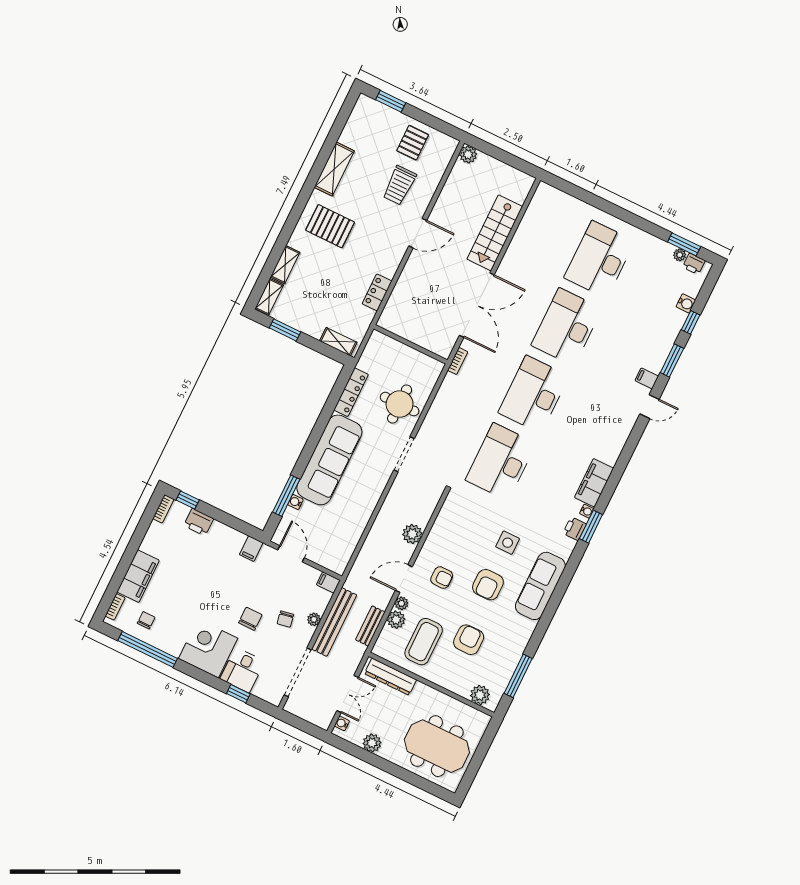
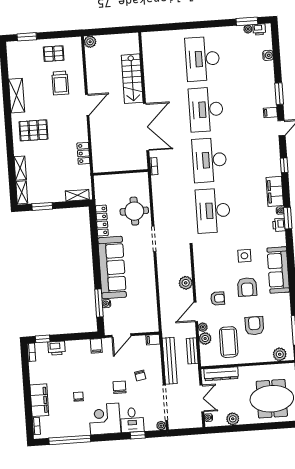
pallet: (413, 143) -> (54, 54), turned 90
window: (691, 322) -> (284, 165), moved
door: (291, 554) -> (121, 335), swing flipped
plant: (314, 619) -> (161, 426), moved
chair: (146, 620) -> (78, 397), moved

